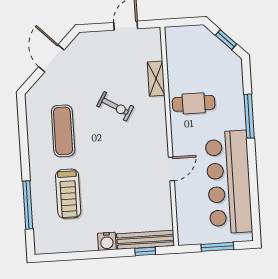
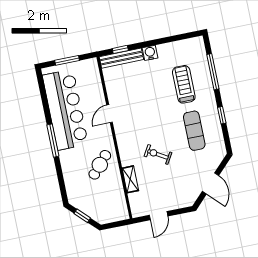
cafe table: (194, 103) -> (100, 165), turned -48
window: (249, 116) -> (53, 141), moved
window: (24, 146) -> (222, 115), added

